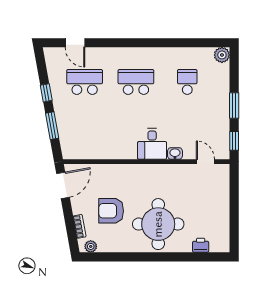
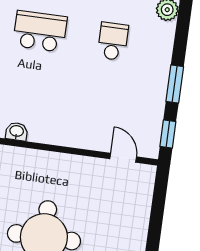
desk: (152, 144) -> (51, 122), removed
washbasin: (175, 153) -> (17, 131), moved

